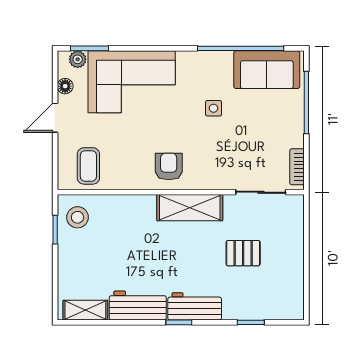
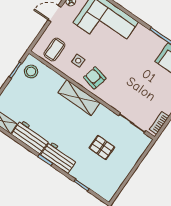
side table: (214, 108) -> (78, 61), moved
armchair: (169, 167) -> (95, 78), turned -77
shelving: (190, 208) -> (79, 98), moved

